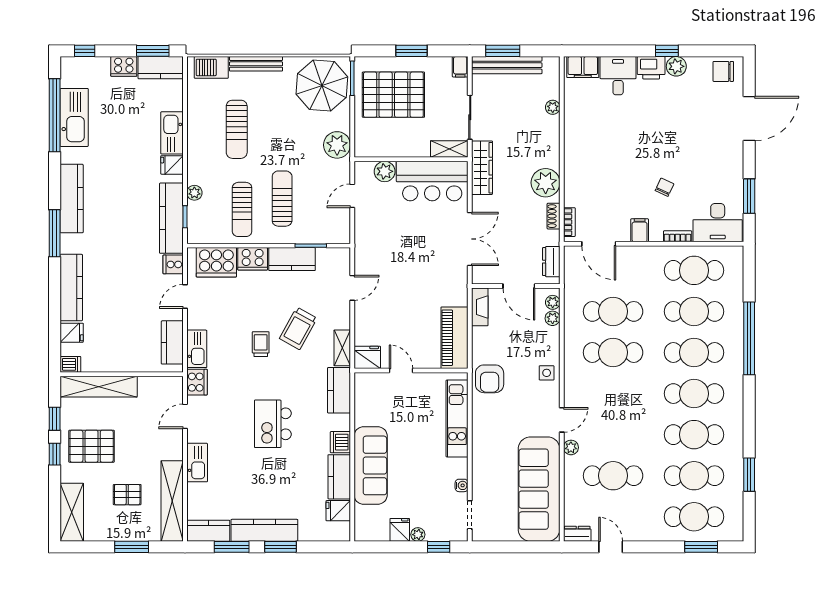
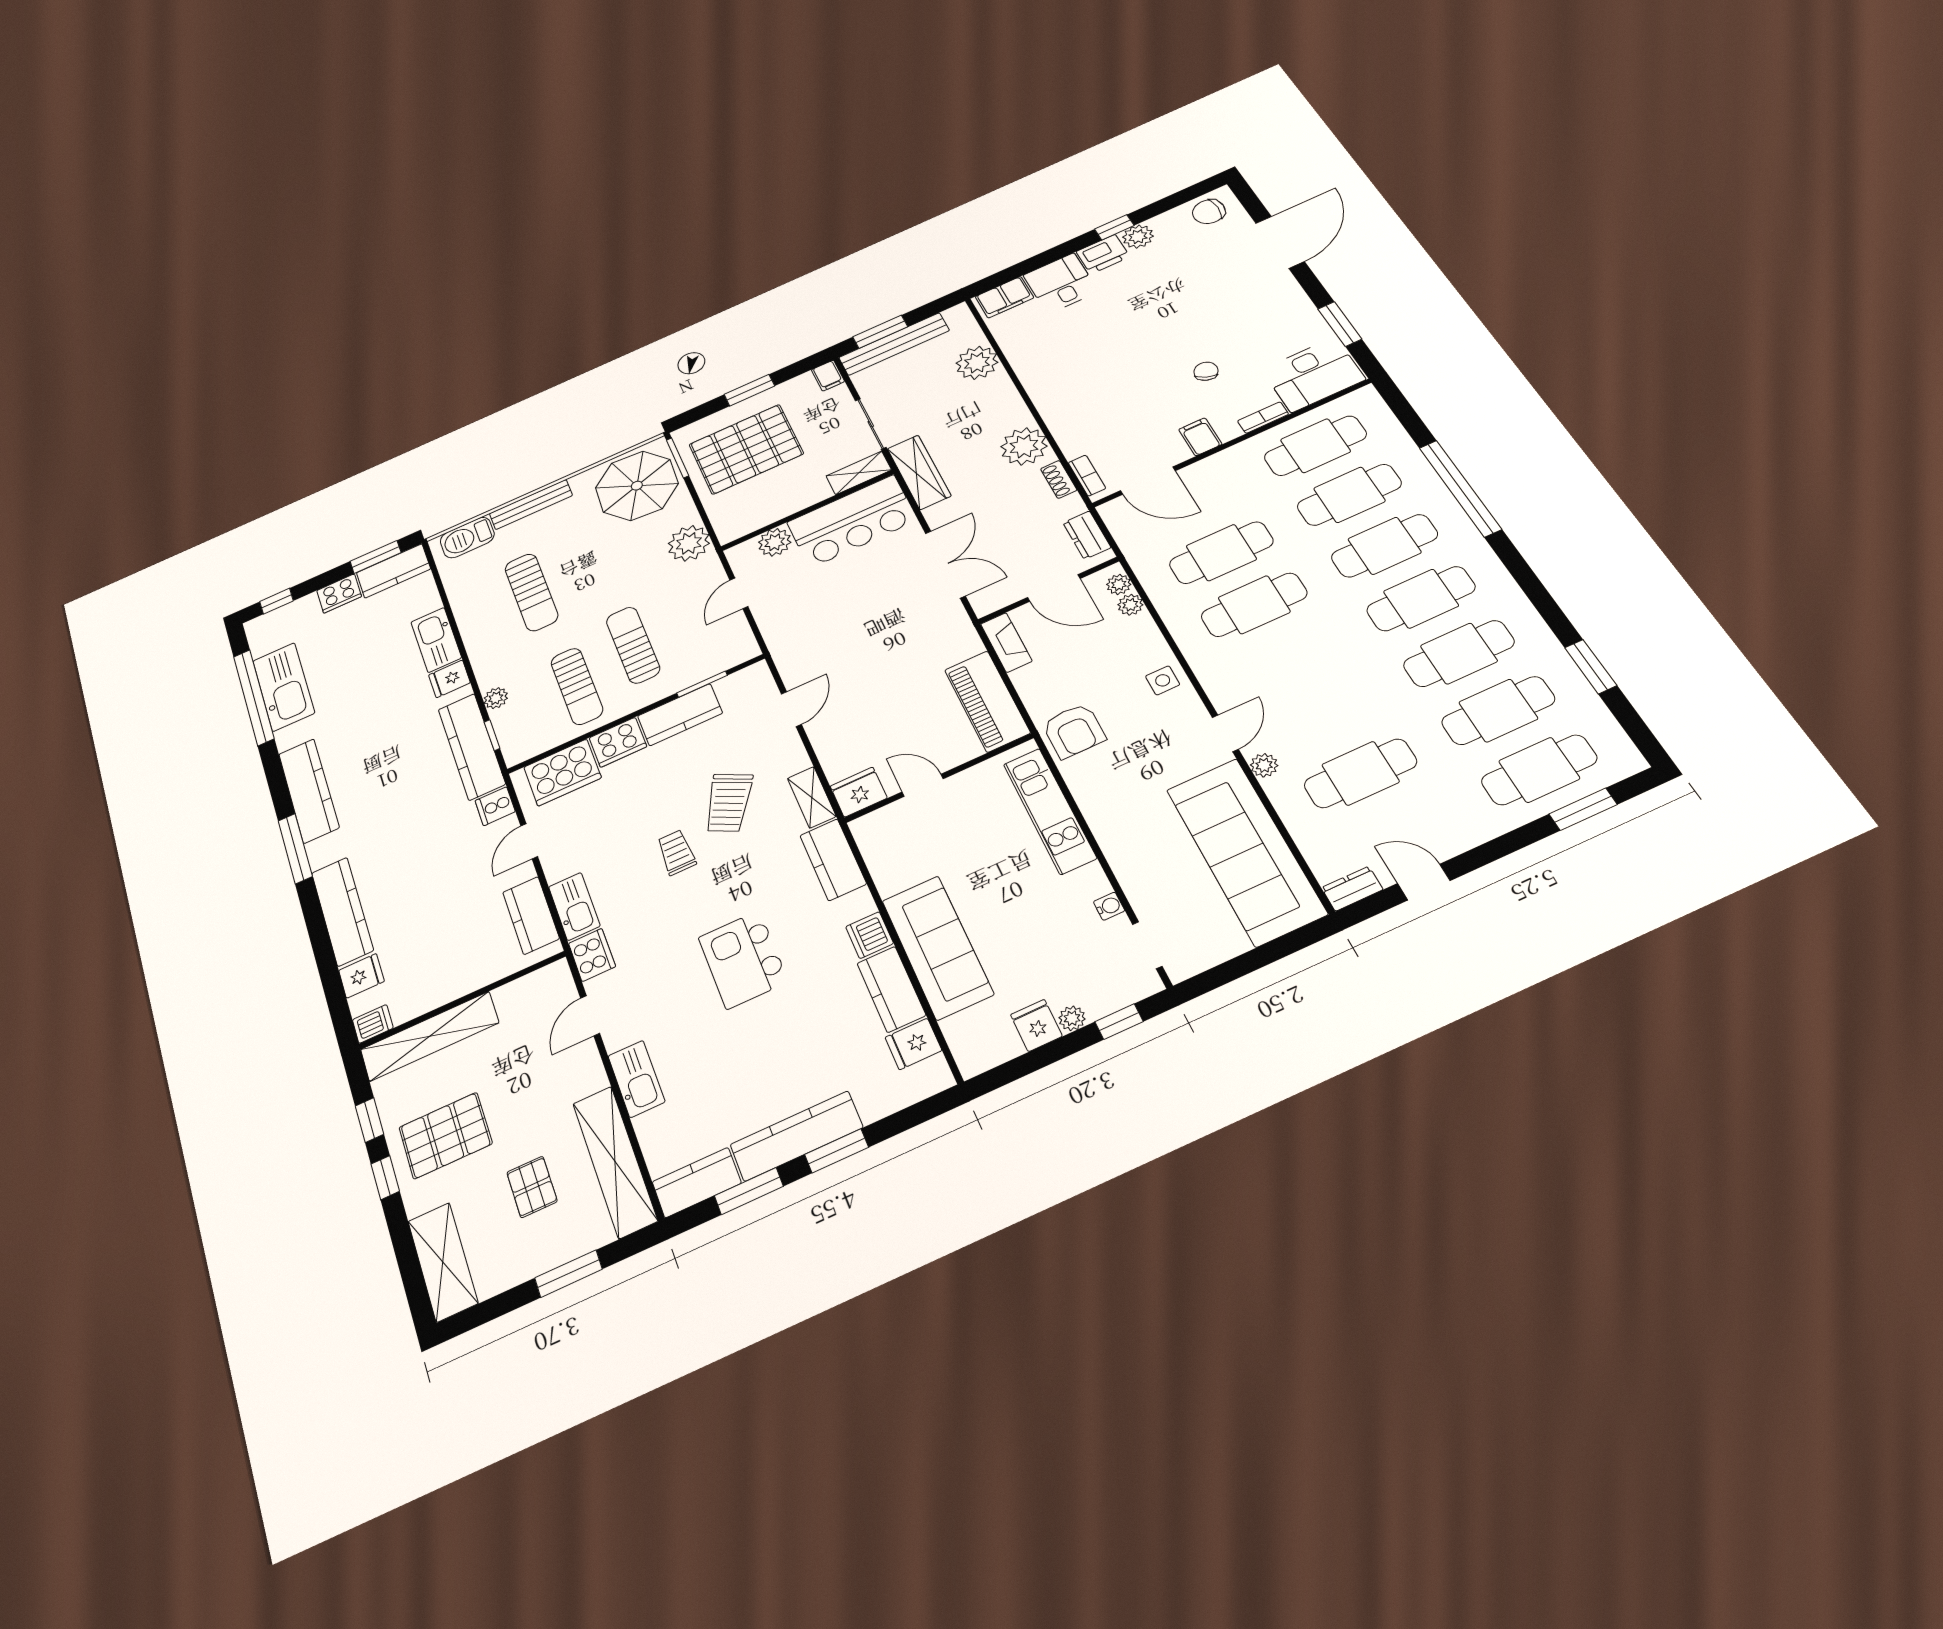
plant: (553, 107) -> (977, 363), width x1.87, depth x1.87
pallet: (127, 495) -> (532, 1187), turned 90

